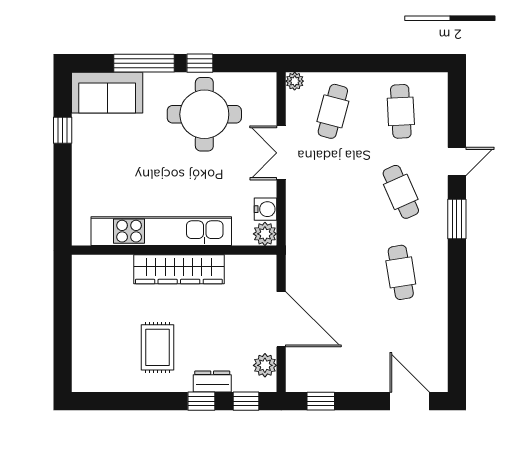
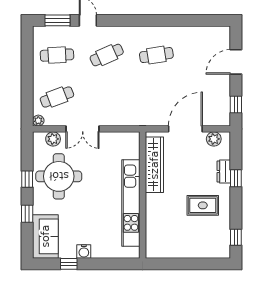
window: (144, 63) -> (27, 214), width x0.46
cafe table: (333, 111) -> (57, 97), turned -36
water cooler: (266, 209) -> (84, 251), moved, turned 180
window: (457, 219) -> (57, 20), moved
plant: (265, 234) -> (53, 139), moved
wardrobe: (179, 269) -> (154, 165), moved
window: (246, 401) -> (236, 237), moved
door: (410, 401) -> (236, 62), moved

